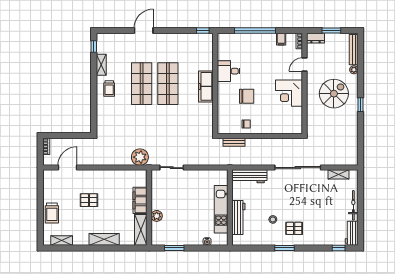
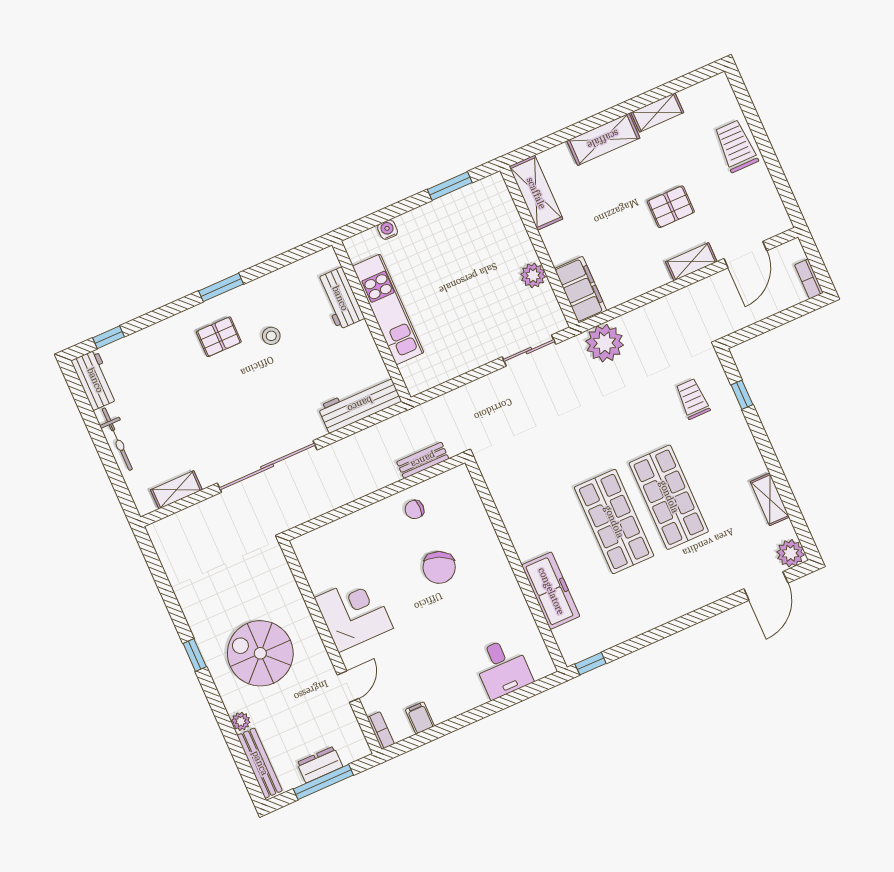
door: (144, 31) -> (766, 586), moved
window: (255, 31) -> (482, 712), removed
window: (331, 31) -> (323, 782), width x1.44
dresser: (315, 38) -> (320, 765), moved
plant: (103, 39) -> (790, 553), added
window: (94, 47) -> (742, 395), moved
desk: (229, 71) -> (502, 668), moved, turned 90
freezer: (206, 86) -> (551, 591), moved
trolley: (109, 89) -> (693, 399), moved
spiral stairs: (334, 94) -> (260, 653), turned 90
chair: (247, 96) -> (439, 567), turned -67
shelving: (90, 174) -> (691, 262), added
filing cabinet: (140, 200) -> (581, 290), moved
plant: (157, 216) -> (533, 275), moved
workbench: (238, 218) -> (340, 298), width x0.73
shelving: (62, 240) -> (657, 113), moved

